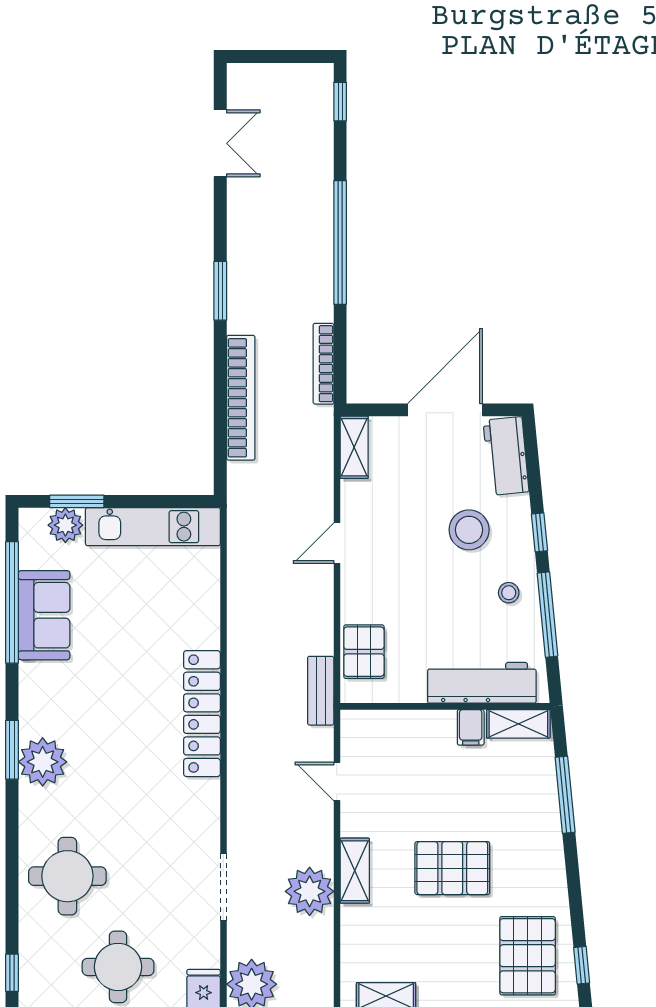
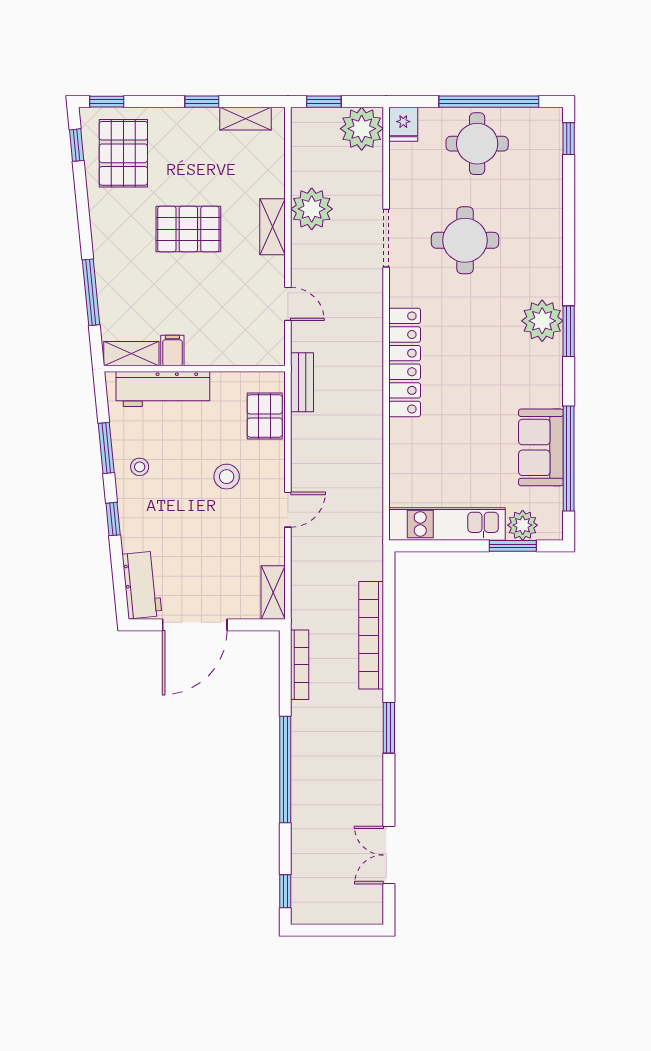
stool: (469, 530) -> (227, 477), moved, width x0.73, depth x0.73
window: (547, 615) -> (106, 448), width x0.69
round table: (67, 876) -> (465, 240), moved
doorway: (223, 887) -> (386, 238), moved

